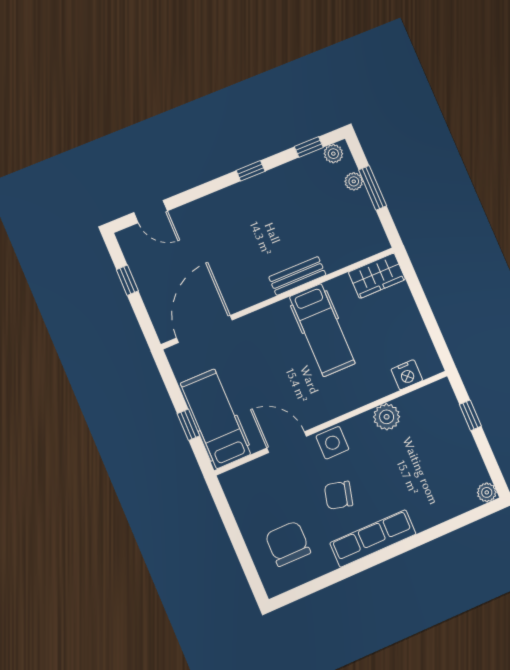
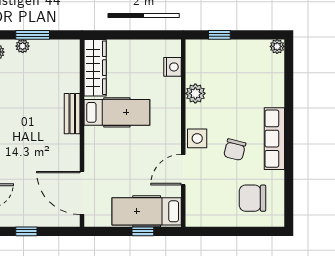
wardrobe: (377, 276) -> (95, 68), width x1.50

